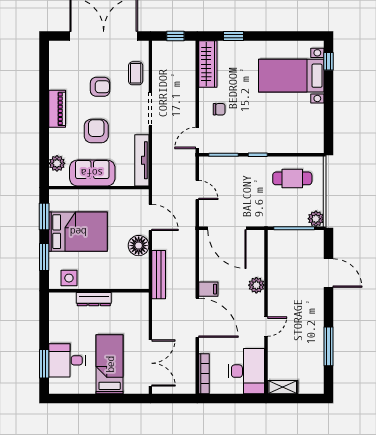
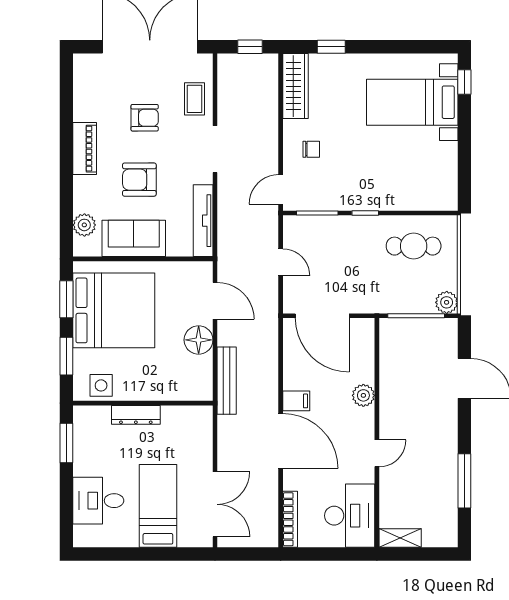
armchair: (96, 131) -> (139, 180), turned -90
bed: (78, 232) -> (114, 310), width x1.36
window: (44, 364) -> (66, 443), moved

